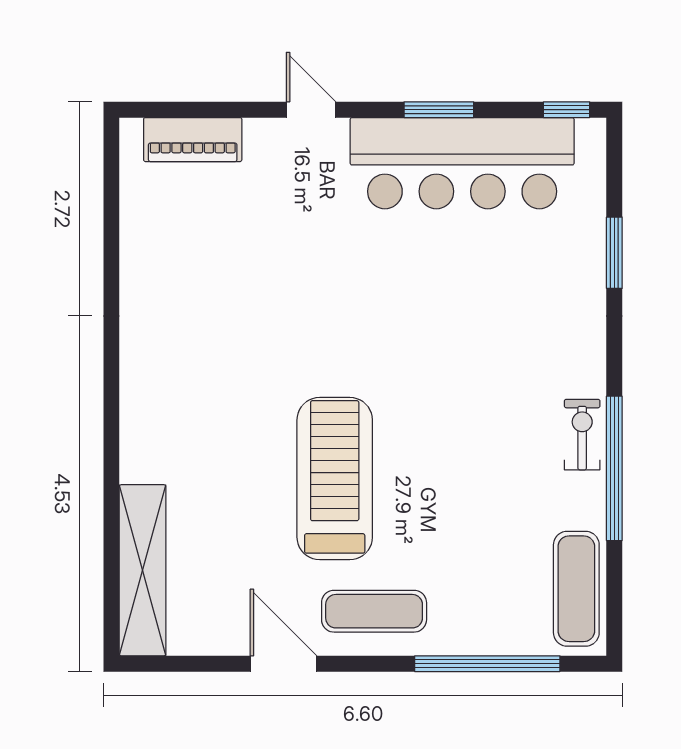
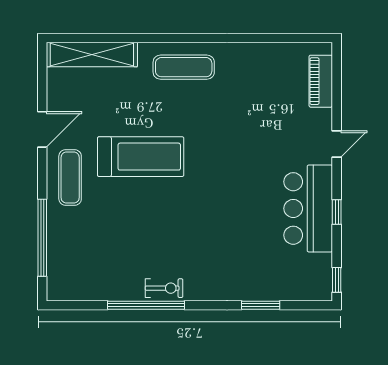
window: (439, 110) -> (337, 212), width x0.67
bar counter: (462, 163) -> (308, 208), width x0.73
exercise mat: (576, 589) -> (184, 67), moved

